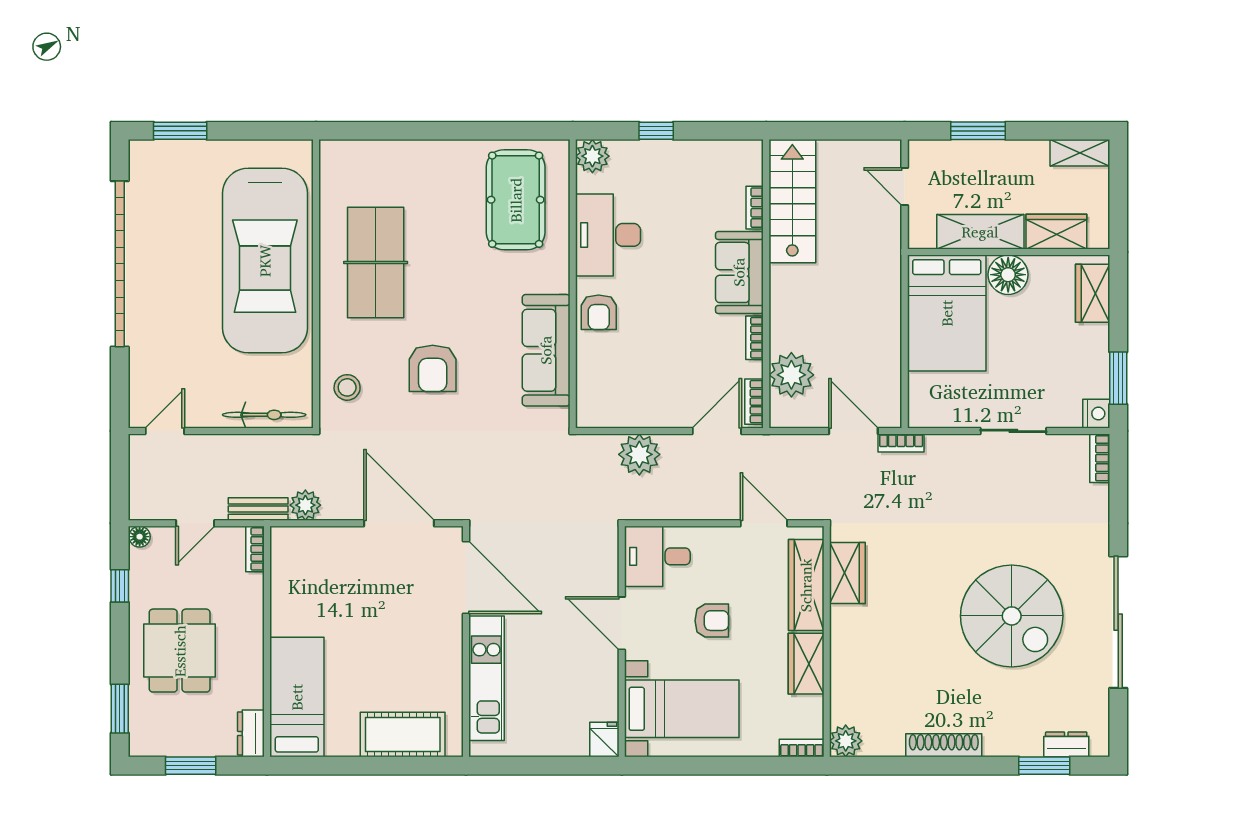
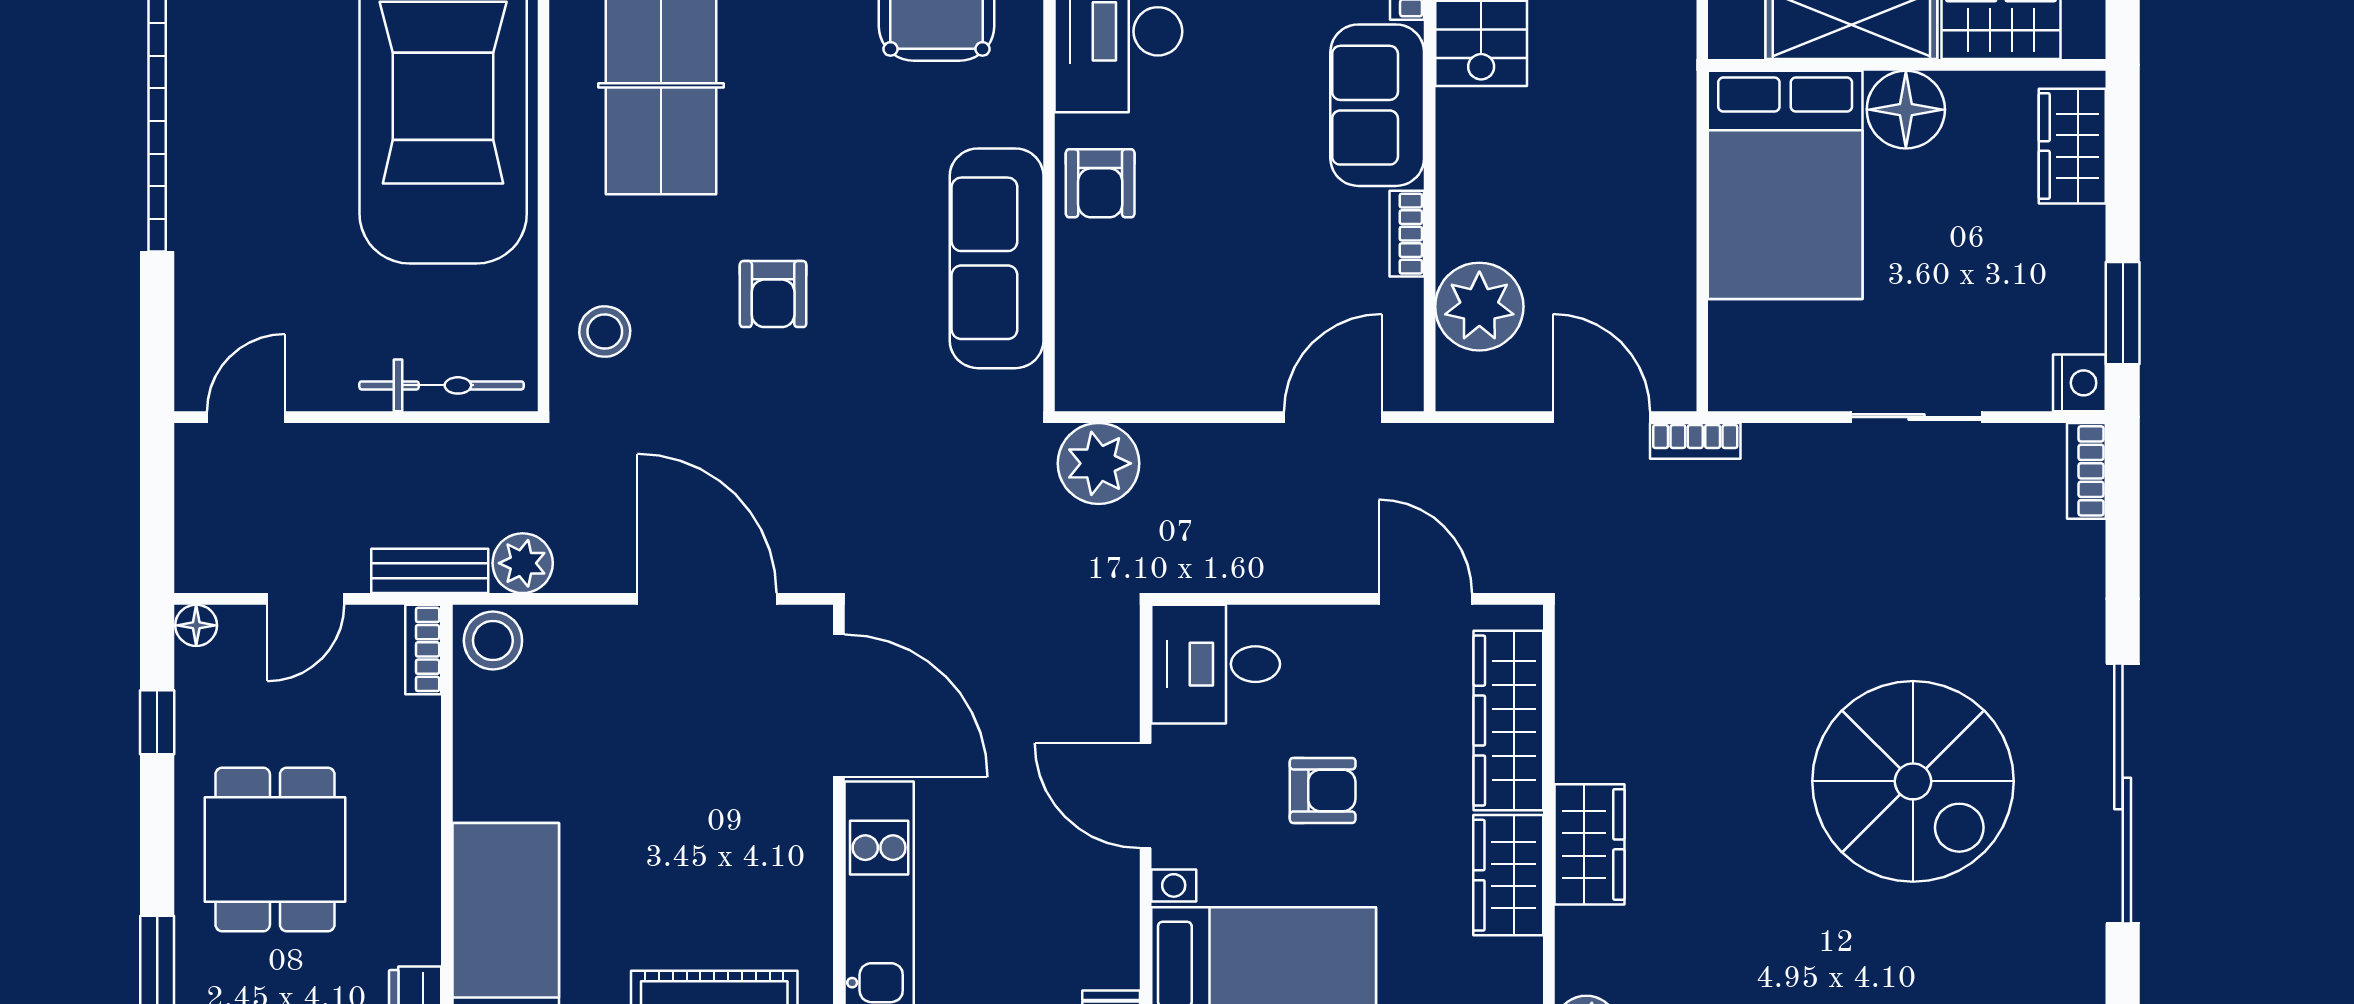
armchair: (433, 368) -> (773, 294), width x0.72, depth x0.72
bookcase: (754, 402) -> (1406, 360), removed
plant: (639, 454) -> (1099, 463), moved
stool: (290, 544) -> (493, 641), added
wardrobe: (847, 573) -> (1590, 844), moved

